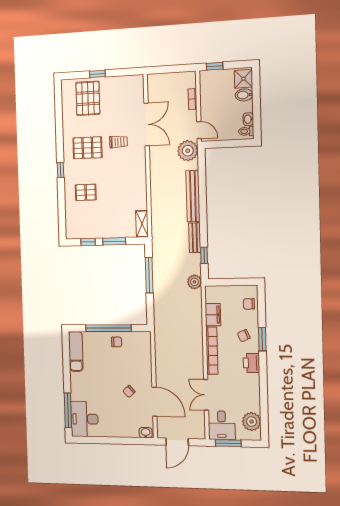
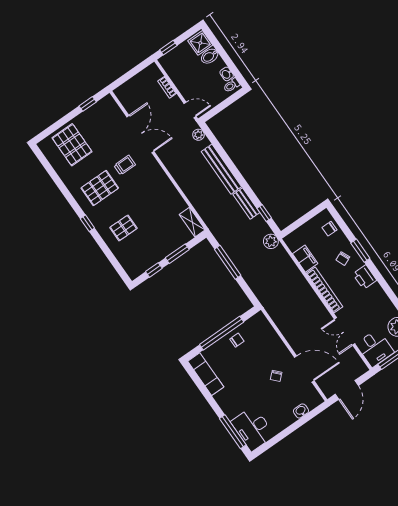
window: (97, 74) -> (88, 104), moved
plant: (188, 151) -> (198, 135), width x0.53, depth x0.53
washbasin: (146, 433) -> (301, 411), moved

